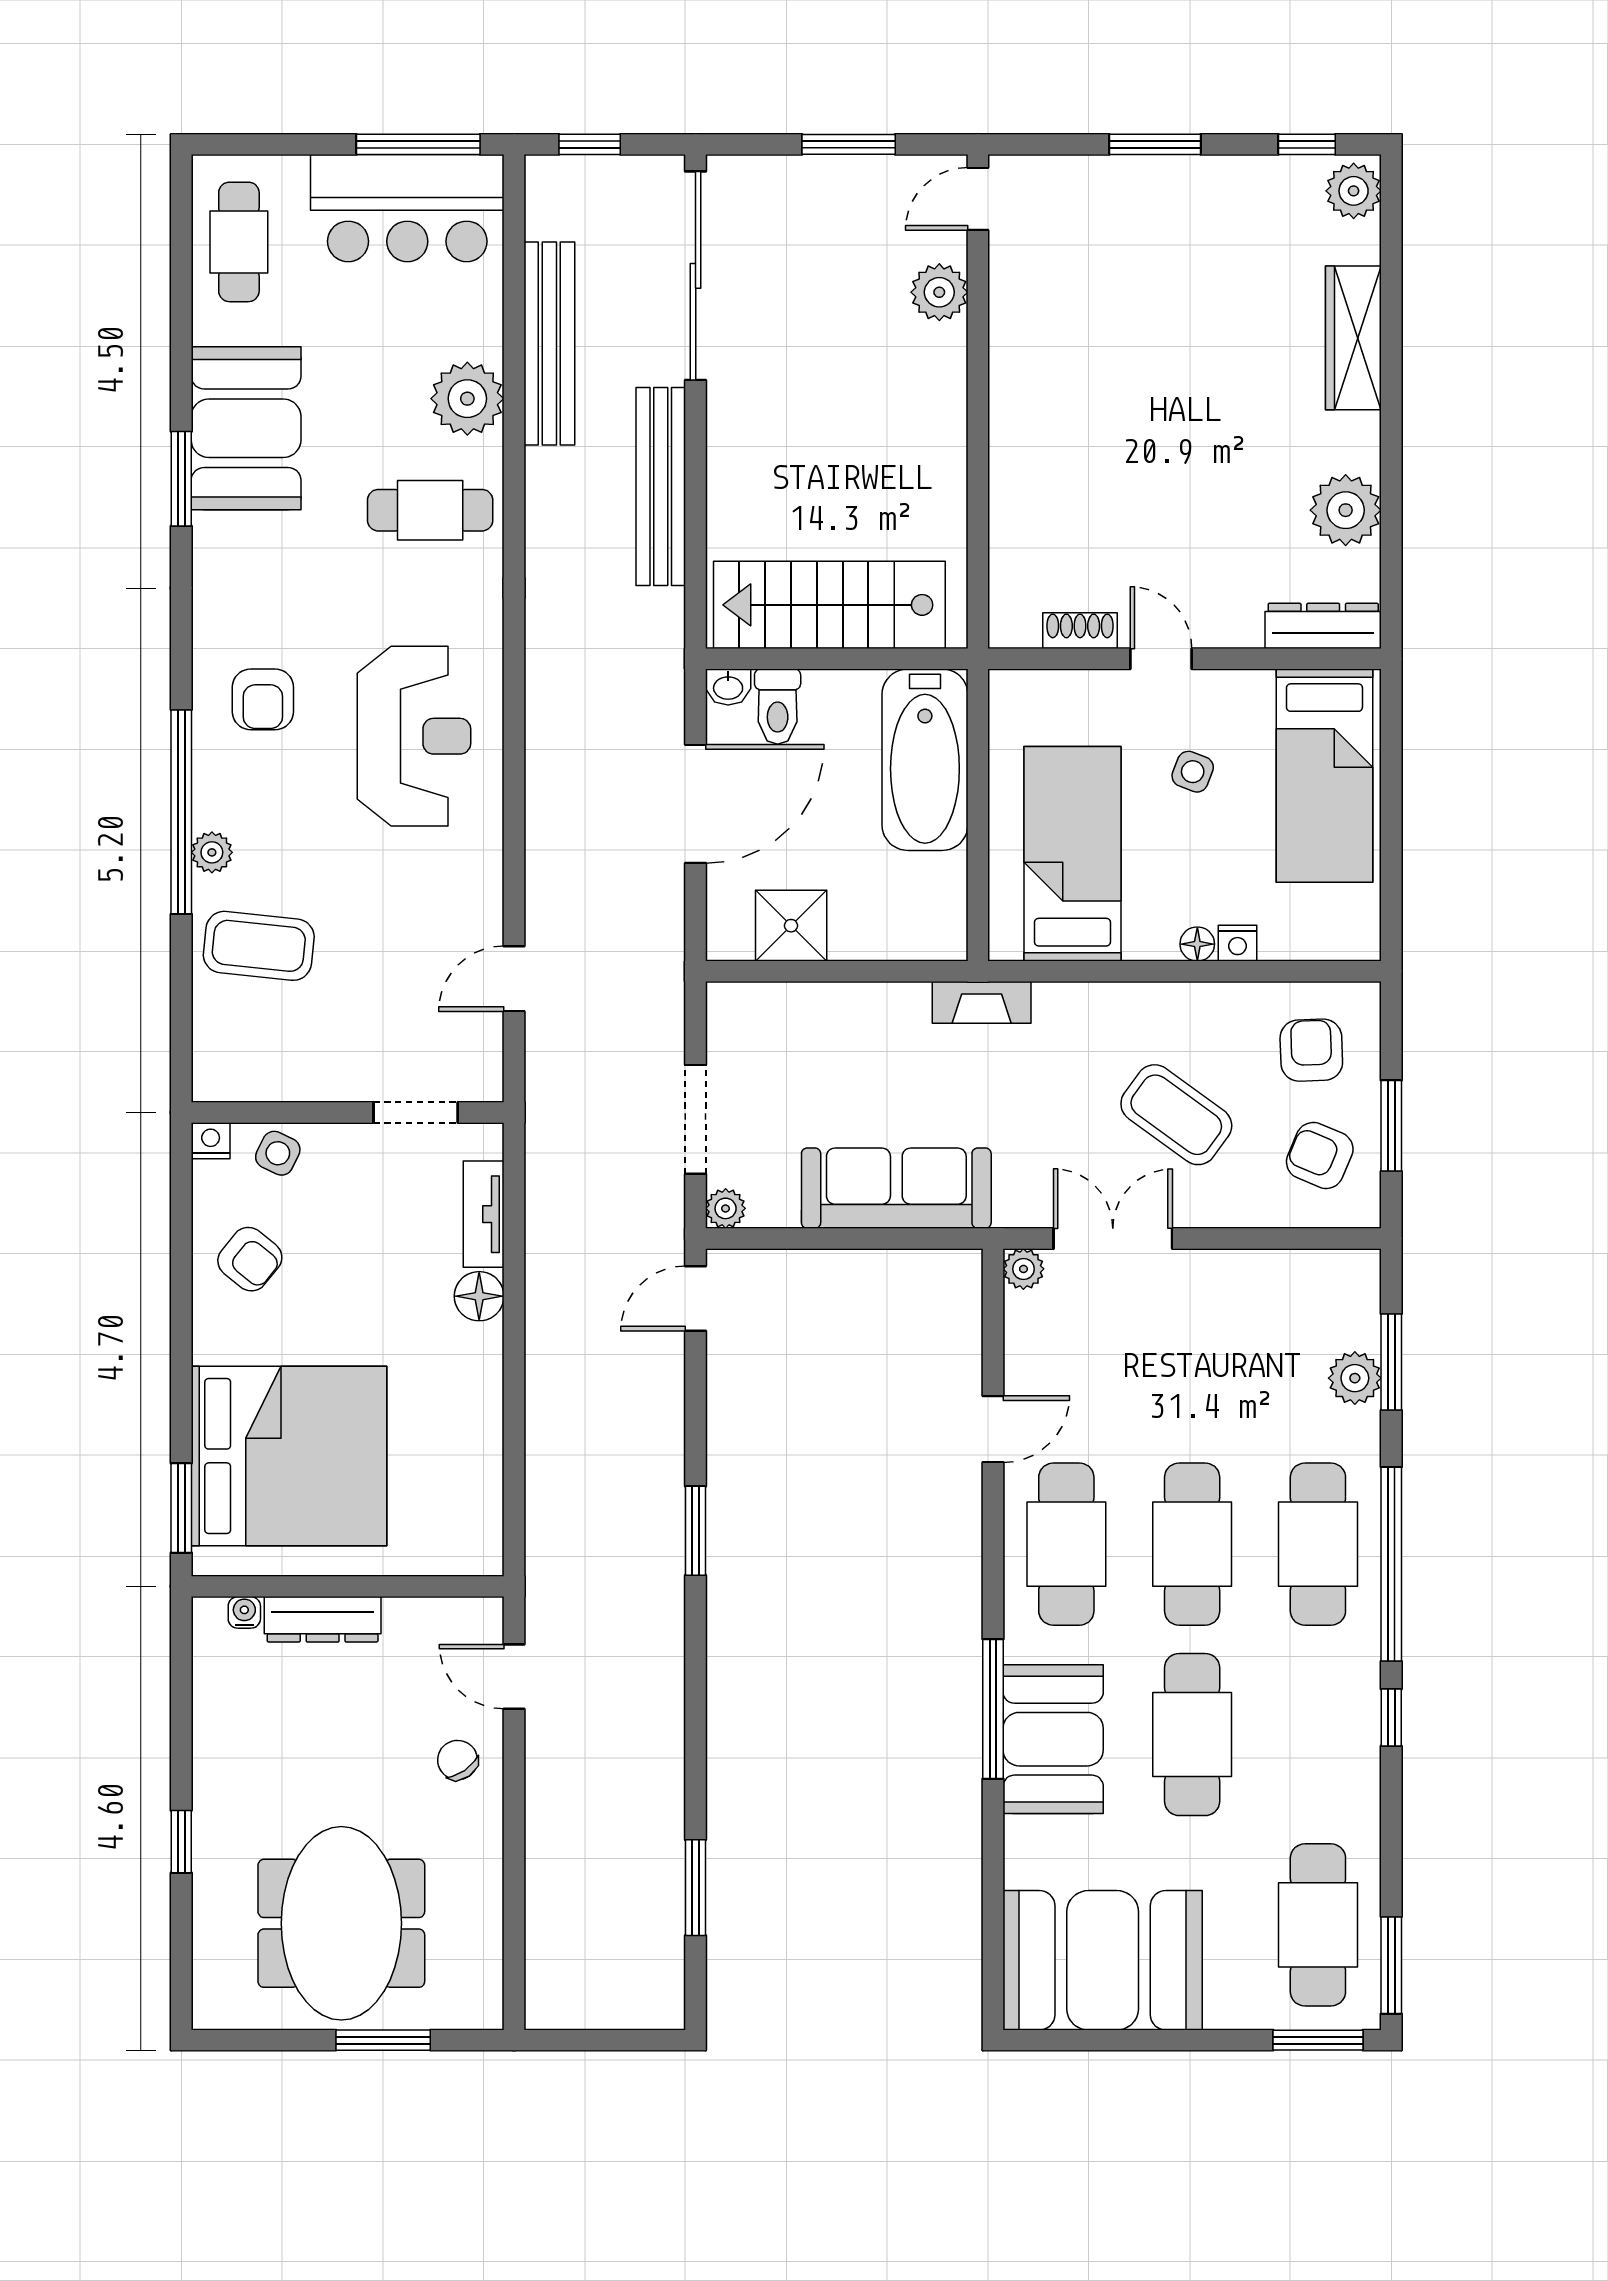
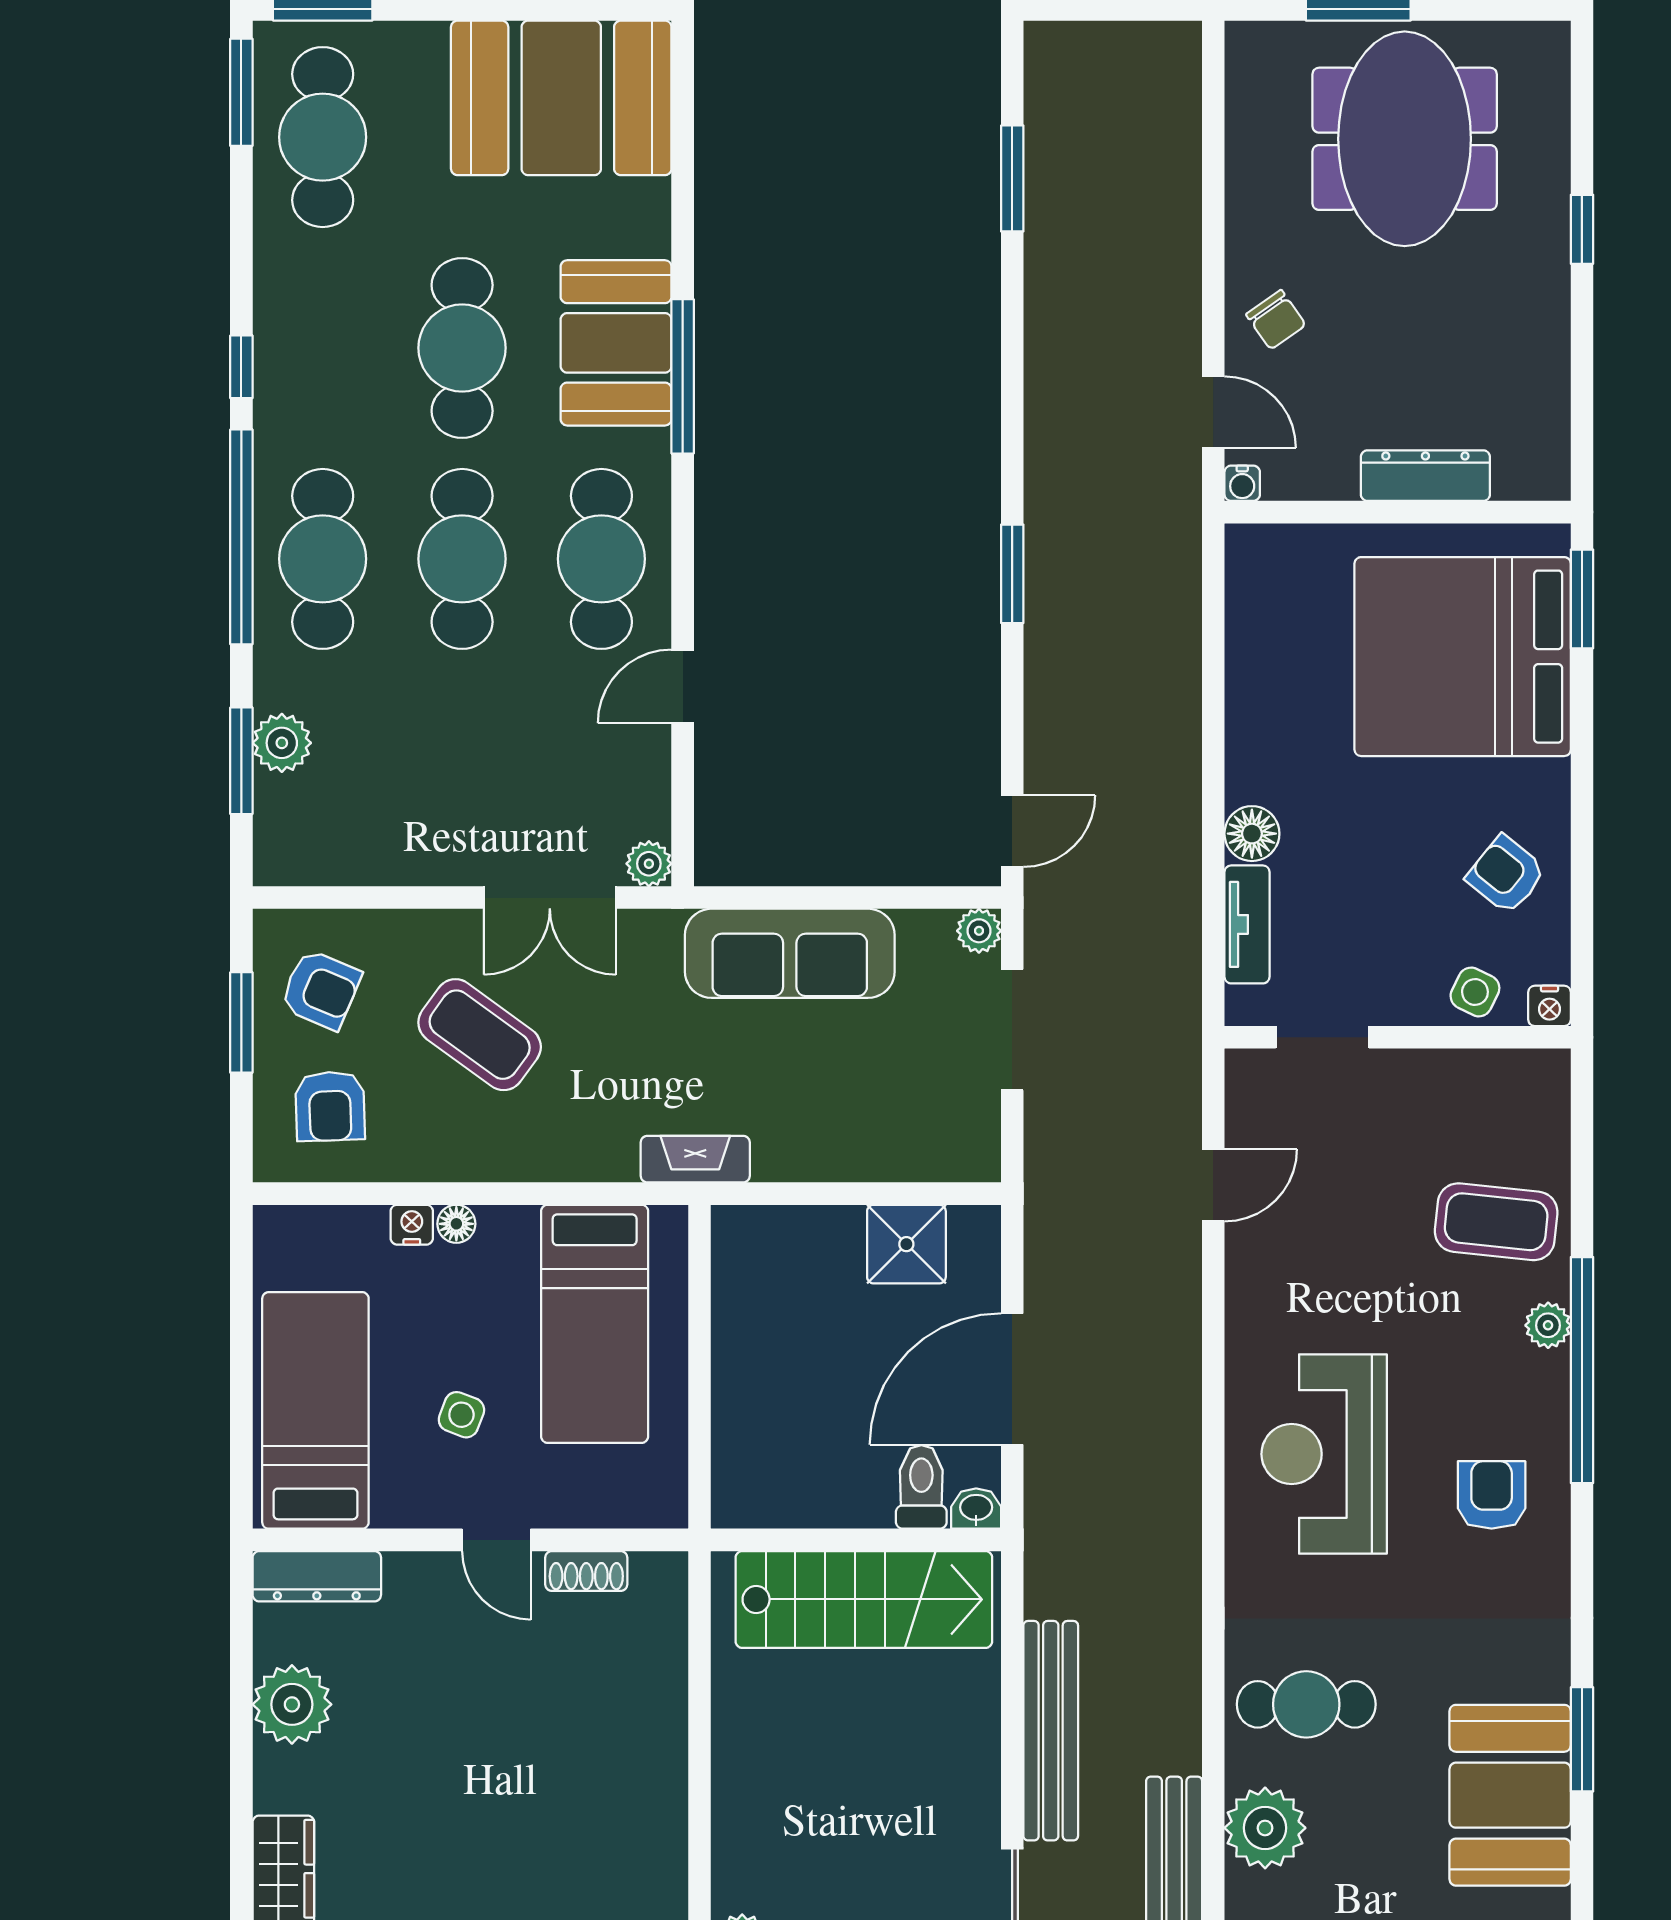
bathtub: (925, 760) -> (758, 1428), removed
water cooler: (244, 1612) -> (1242, 483), moved

